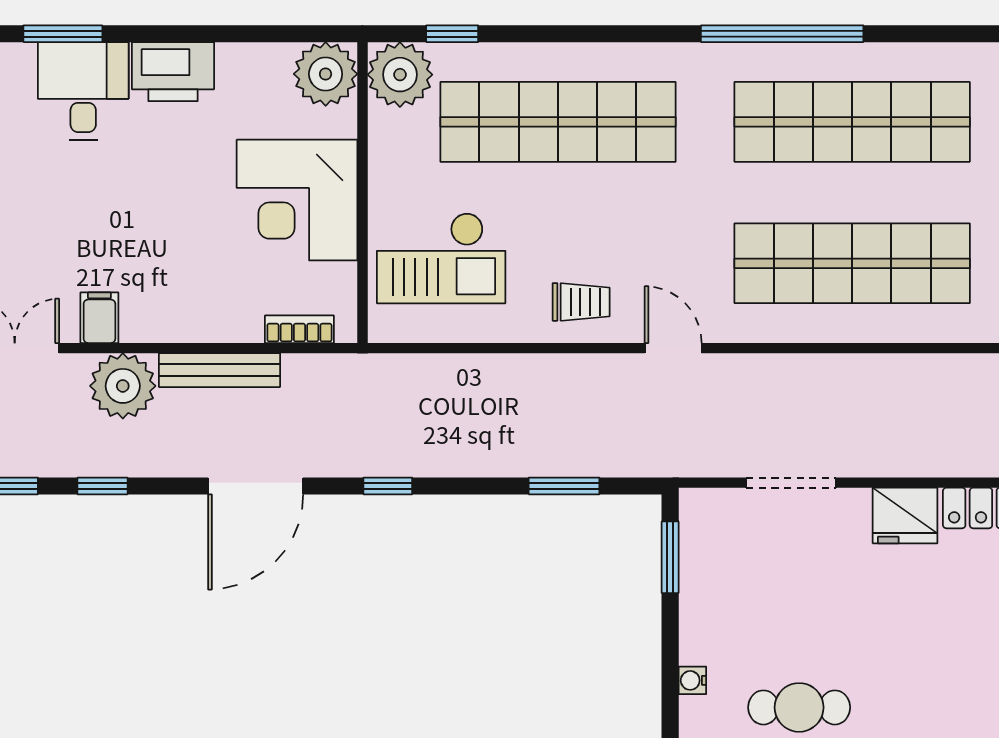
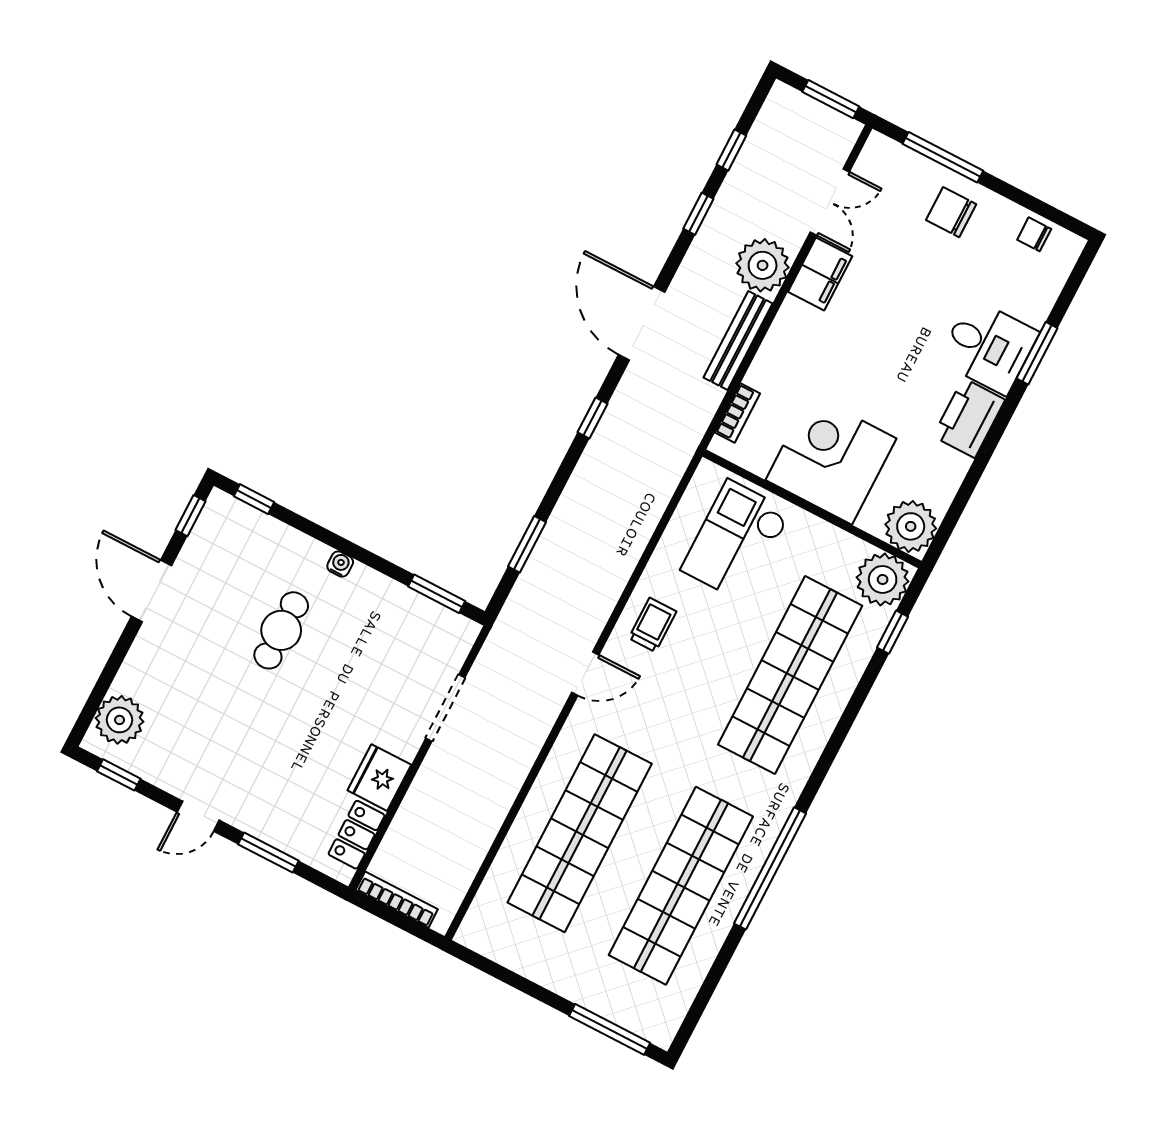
trolley: (581, 302) -> (652, 625), turned 180
filing cabinet: (99, 318) -> (820, 274), width x2.00

